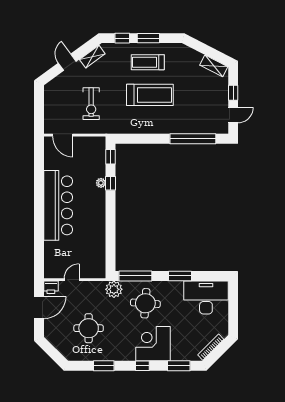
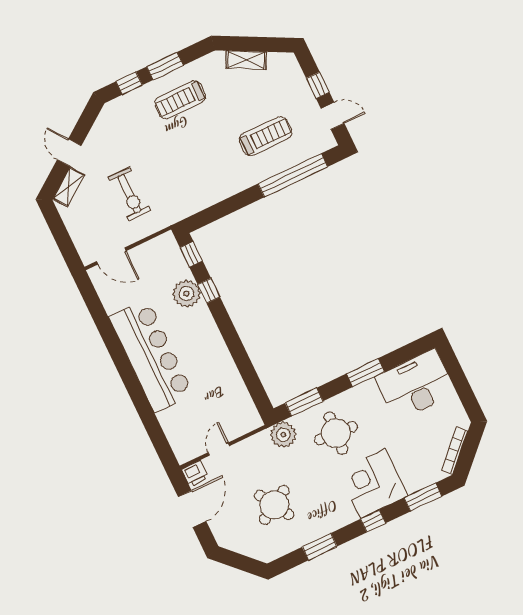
shelving: (92, 57) -> (69, 187), moved
shelving: (214, 66) -> (246, 60), moved
treadmill: (150, 95) -> (266, 136), moved, width x0.73, depth x0.73
door: (233, 115) -> (333, 116), hinge flipped
plant: (101, 183) -> (187, 294), width x1.88, depth x1.88
window: (135, 276) -> (304, 402), width x0.69
round table: (89, 328) -> (274, 505), turned -31

